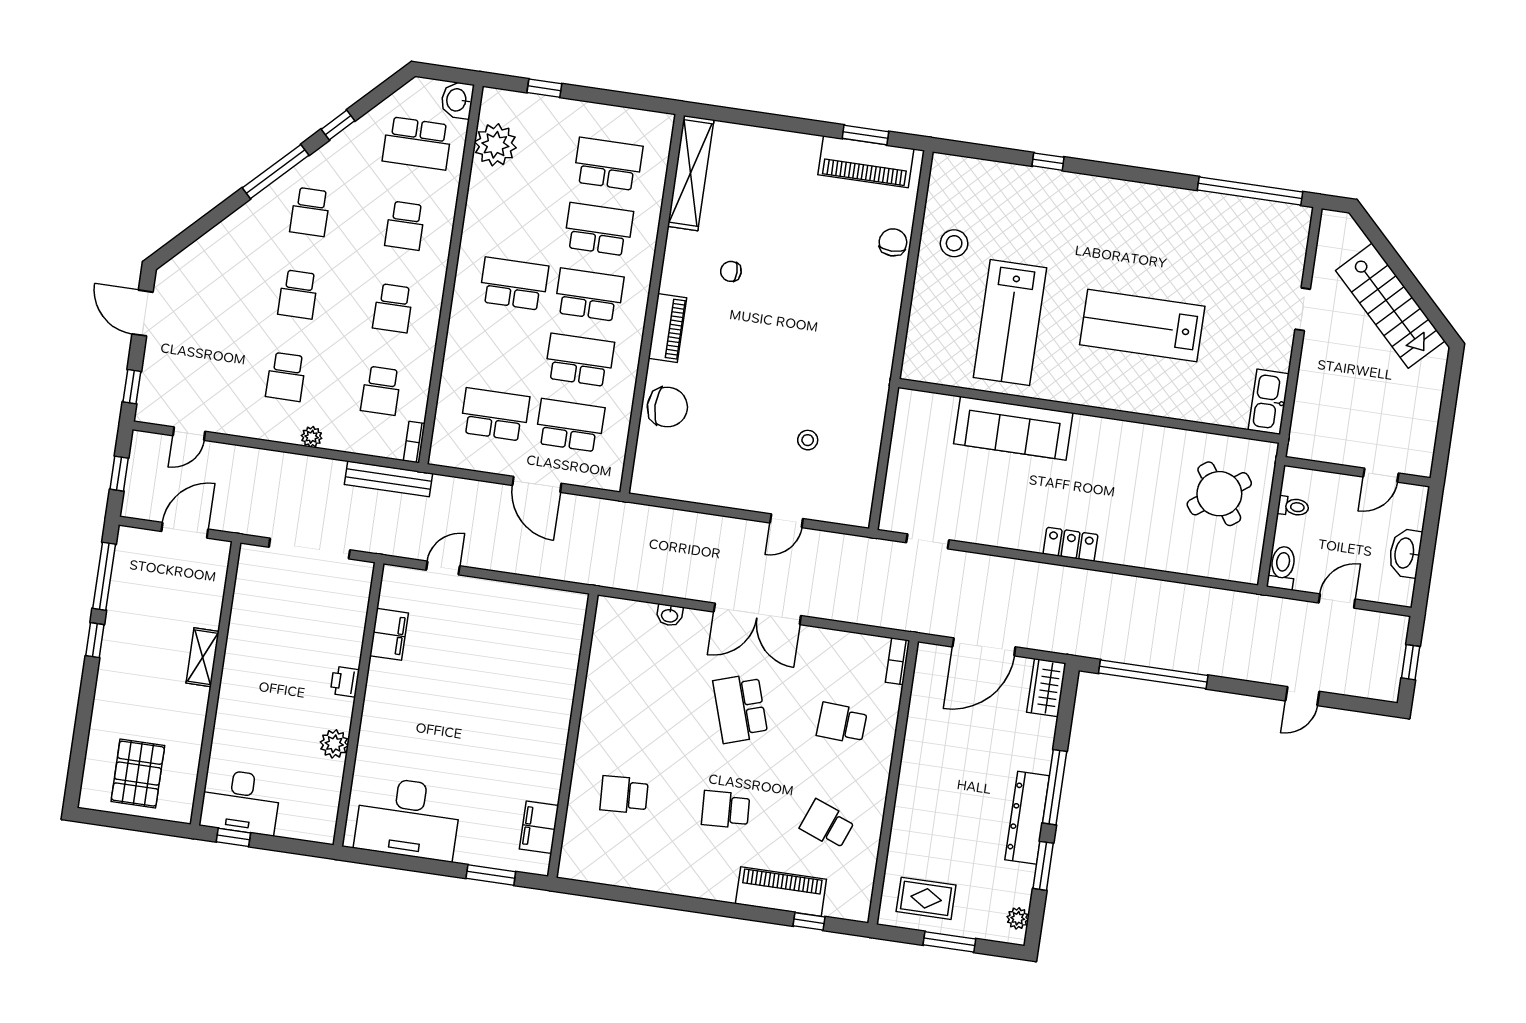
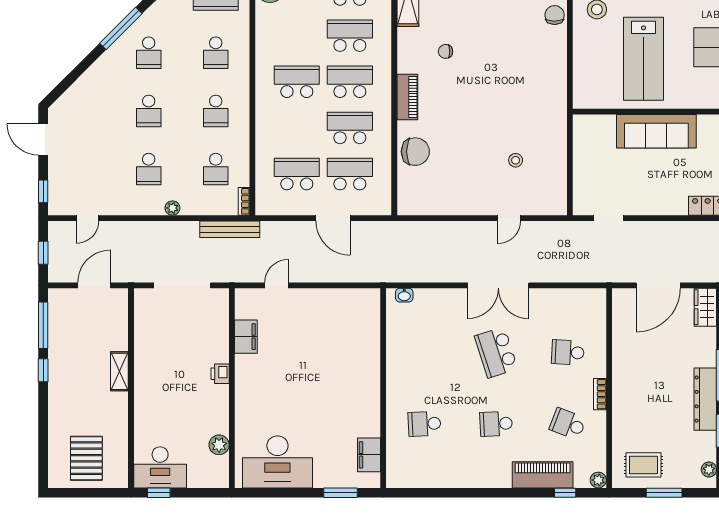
washbasin: (670, 615) -> (404, 295), moved
bookcase: (898, 661) -> (600, 394), moved
plant: (334, 744) -> (219, 445), moved
plant: (859, 910) -> (598, 480), added

